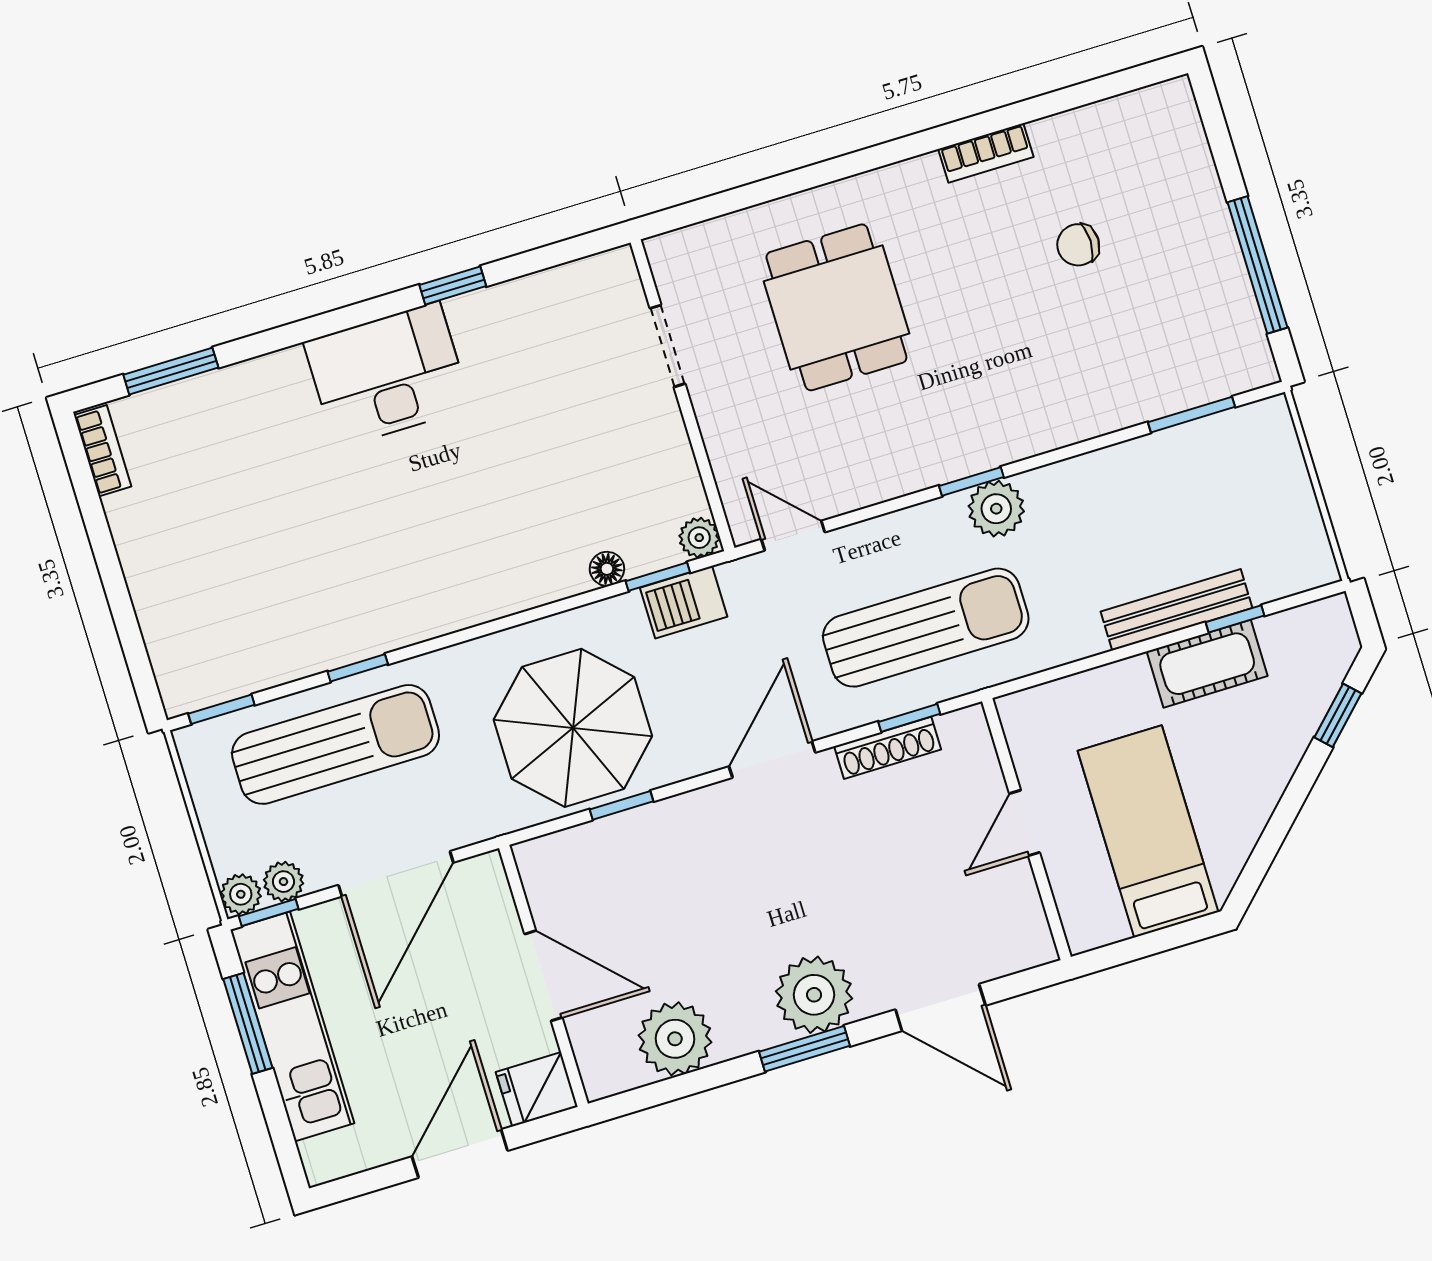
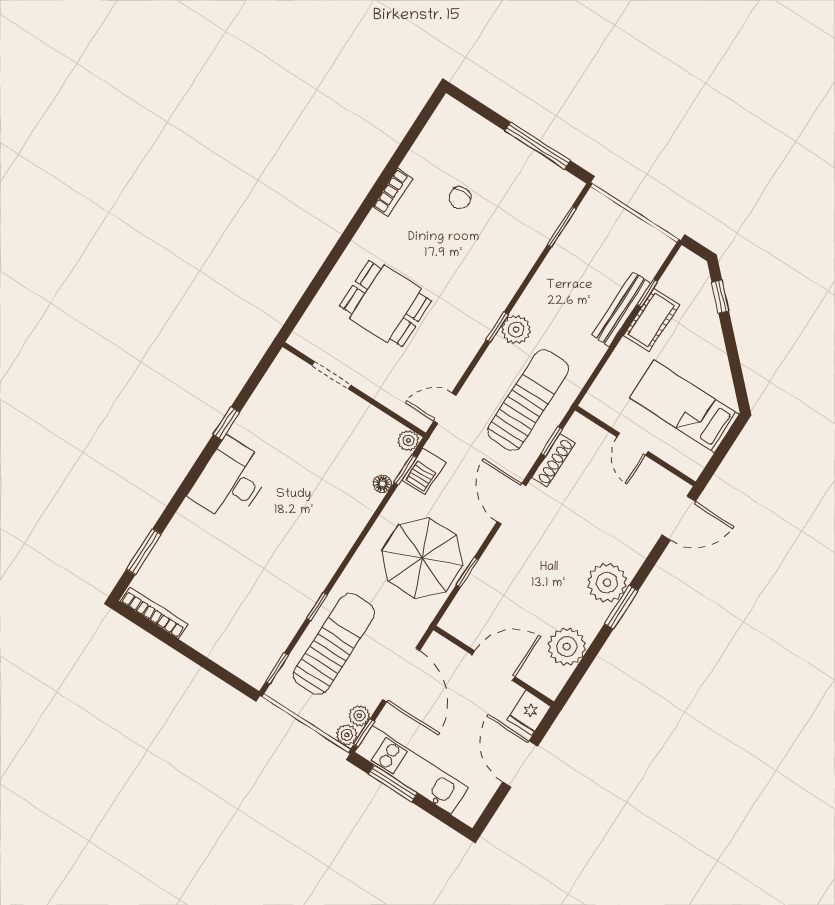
bookcase: (103, 451) -> (154, 613), width x1.56
door: (940, 1008) -> (679, 518), moved

